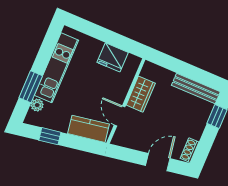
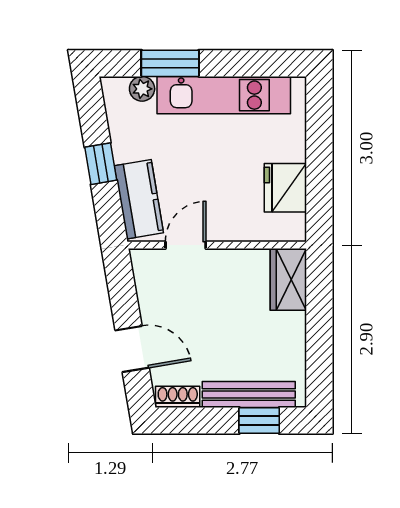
bench: (196, 89) -> (249, 394), moved, turned 90
wardrobe: (141, 94) -> (288, 279), moved, turned 90
window: (50, 136) -> (101, 164), moved

